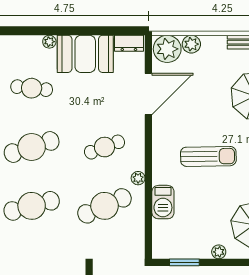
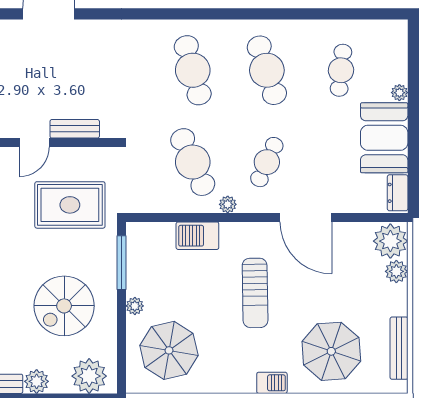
door: (148, 94) -> (306, 217), moved
cafe table: (104, 147) -> (267, 162), turned 45
window: (184, 262) -> (122, 263), width x1.44

